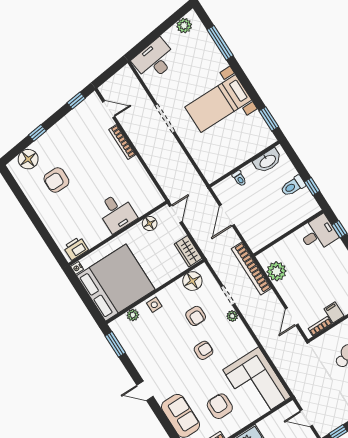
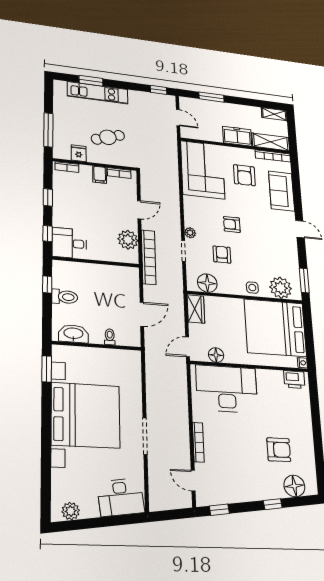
window: (220, 43) -> (46, 471), removed
bed with nightstands: (218, 104) -> (86, 415), width x1.85
desk: (117, 212) -> (227, 389), width x1.87, depth x1.30
plant: (133, 315) -> (281, 288), width x1.87, depth x1.87
door: (292, 317) -> (139, 210), moved

